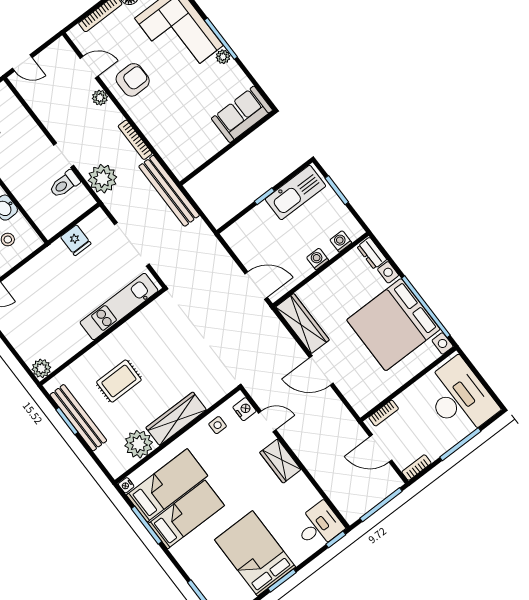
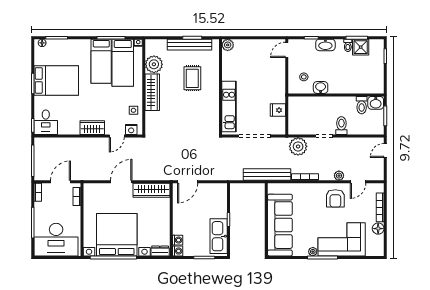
sofa: (242, 114) -> (280, 225), width x1.85, depth x1.27
toilet: (64, 184) -> (341, 126), moved
washing machine: (318, 259) -> (178, 251), moved

